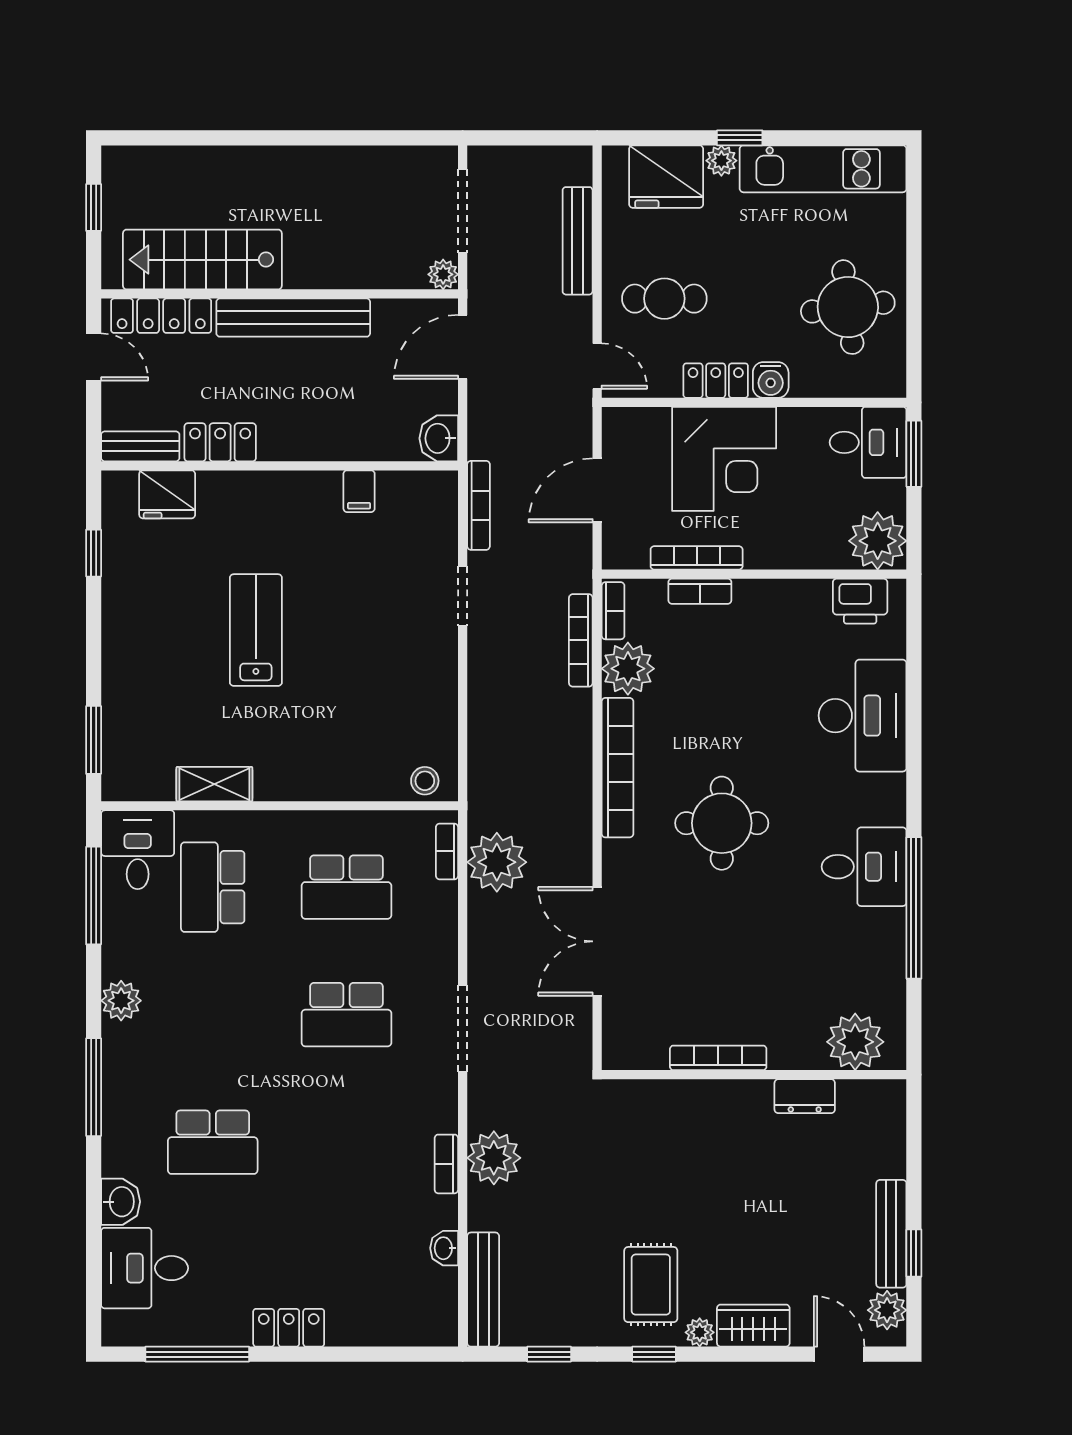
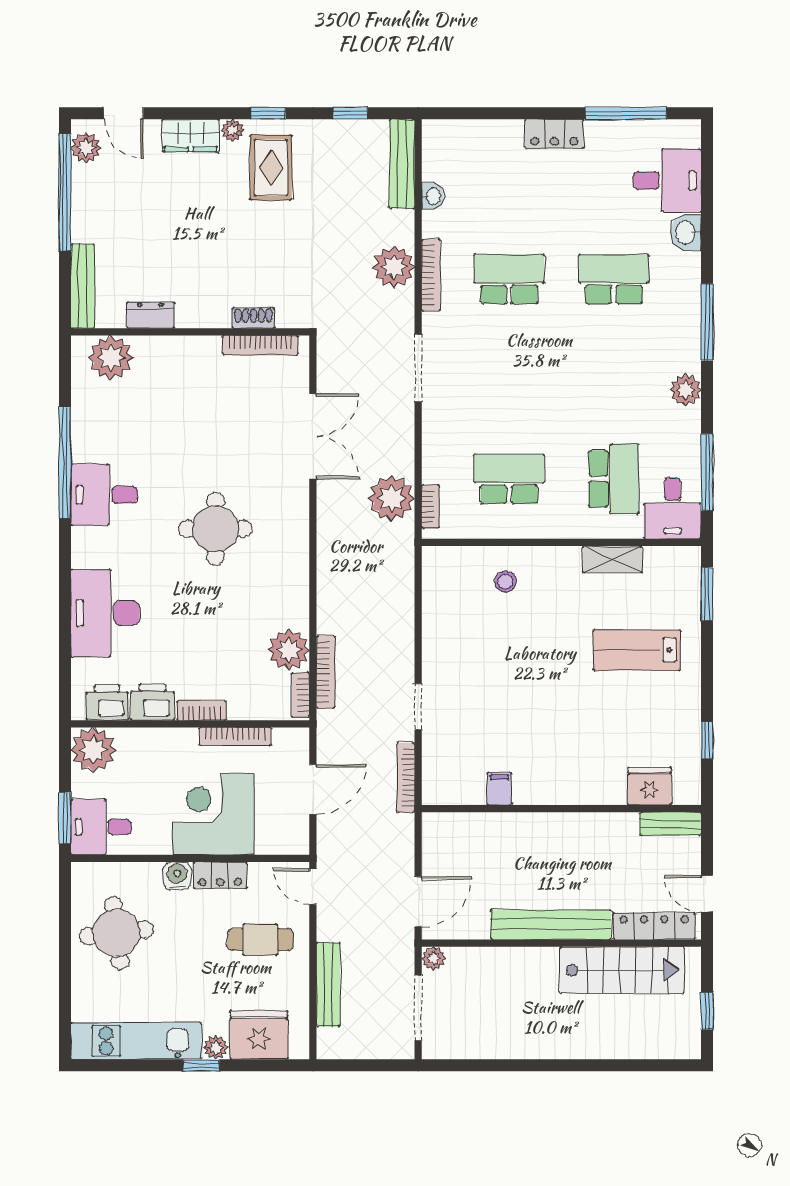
washbasin: (439, 438) -> (437, 830), removed
locker: (220, 442) -> (608, 827), removed
bookcase: (700, 591) -> (202, 710), moved
printer: (802, 602) -> (153, 702), added
lab bench: (256, 630) -> (637, 650), moved, turned 90
bookcase: (617, 768) -> (297, 572), removed
stool: (425, 781) -> (505, 582), moved
school desk: (346, 1015) -> (509, 279), moved
bookcase: (718, 1058) -> (260, 345), moved
shoe rack: (673, 1092) -> (253, 318), added
bookcase: (446, 1164) -> (431, 275), width x1.56
bench: (891, 1234) -> (83, 286), moved
window: (914, 1253) -> (65, 192), width x3.17

